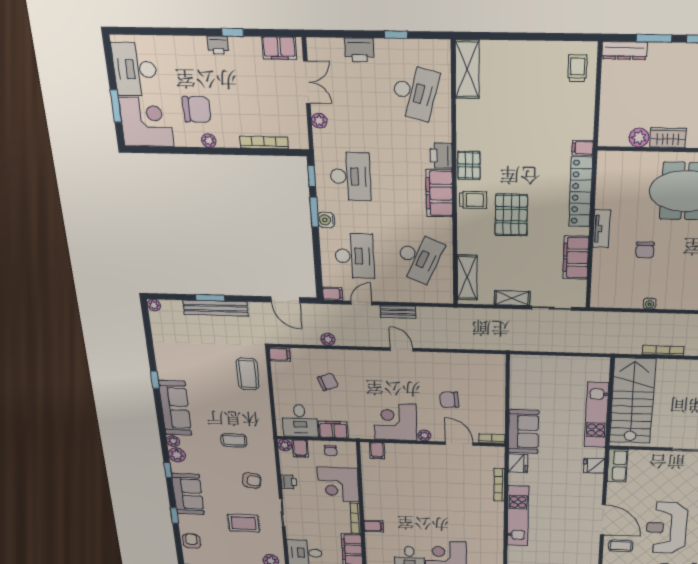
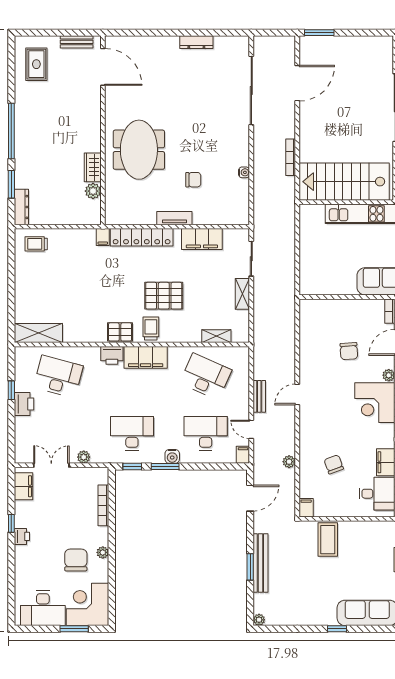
printer: (359, 50) -> (24, 404), moved
shelving: (467, 278) -> (216, 336), width x0.67, depth x0.75
coffee table: (248, 374) -> (328, 540), turned 90

